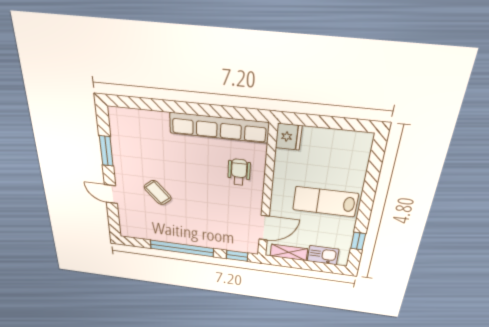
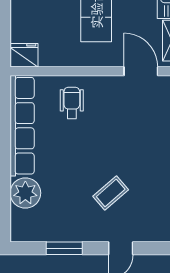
plant: (154, 124) -> (25, 193), added
wheelchair: (239, 172) -> (72, 103), turned 90

